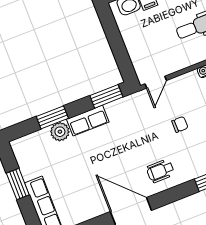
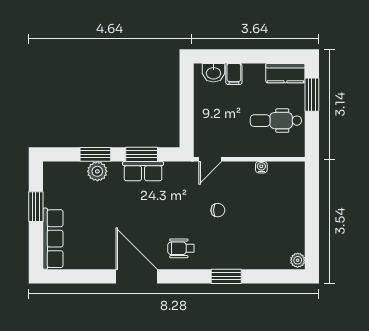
window: (106, 96) -> (142, 154), moved
row of seats: (88, 121) -> (143, 171), moved

